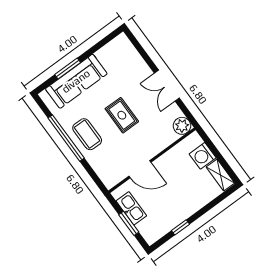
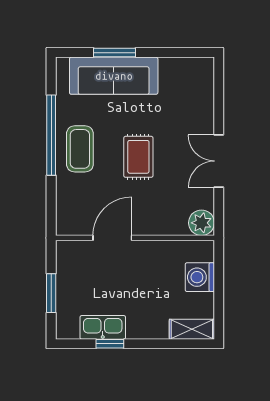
door: (140, 169) -> (112, 238), swing flipped
shelving: (220, 175) -> (192, 329), moved, turned 90
kitchen sink: (131, 208) -> (103, 327), moved, turned -90

